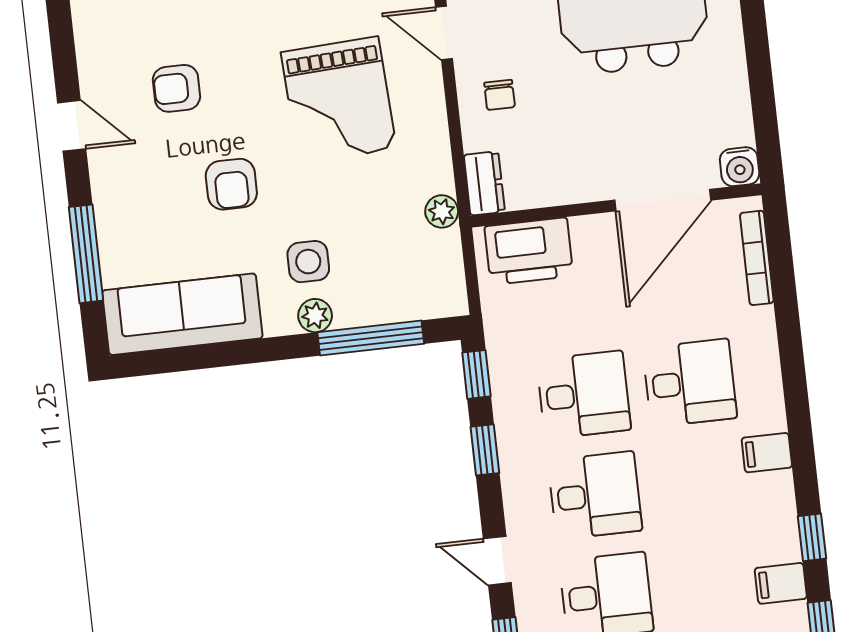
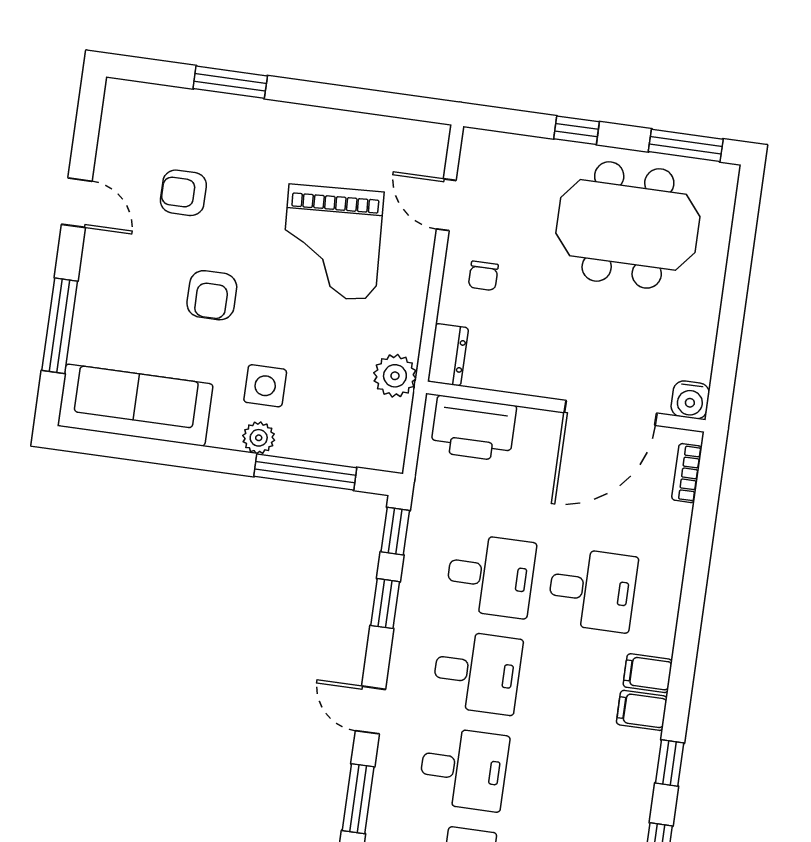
plant: (442, 211) -> (395, 376), width x1.38, depth x1.38
bookcase: (757, 258) -> (687, 473), width x0.64
filing cabinet: (781, 583) -> (642, 710), moved

